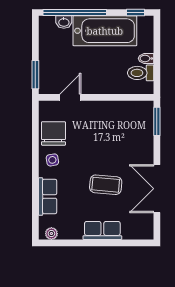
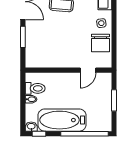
washbasin: (64, 22) -> (31, 127), moved
window: (35, 75) -> (114, 100), moved
window: (157, 121) -> (23, 37), moved

